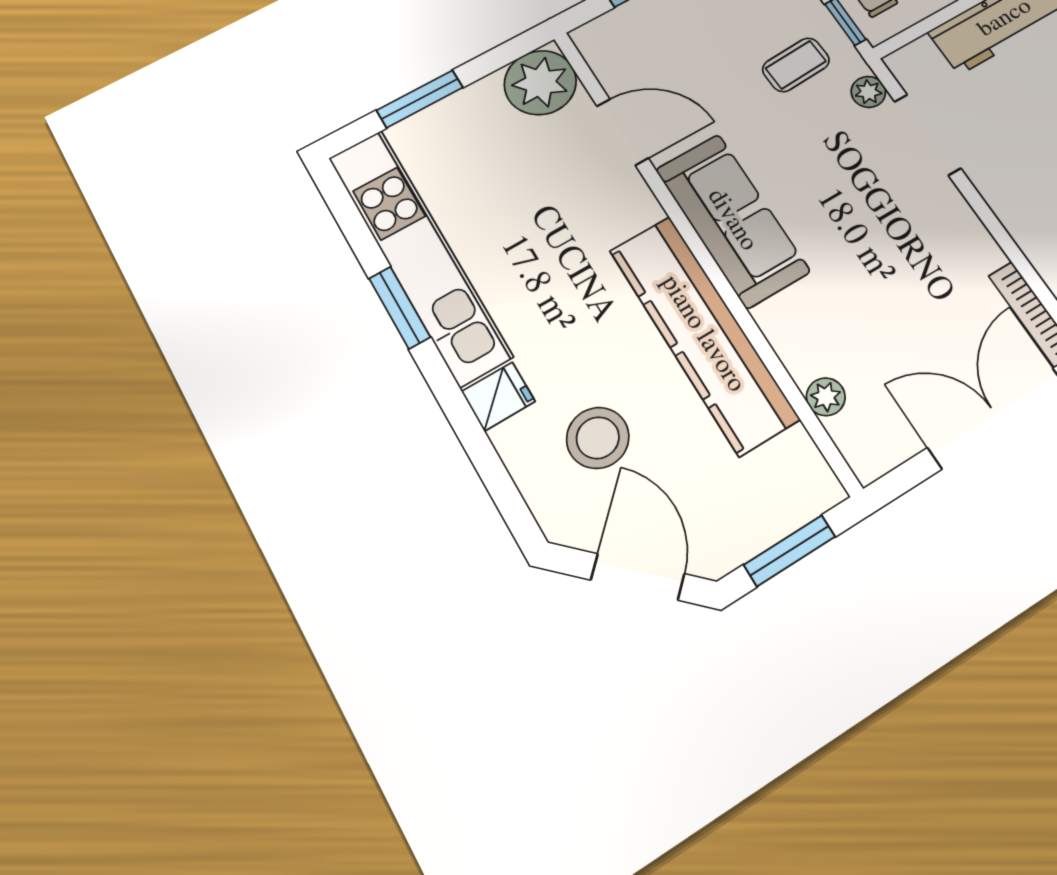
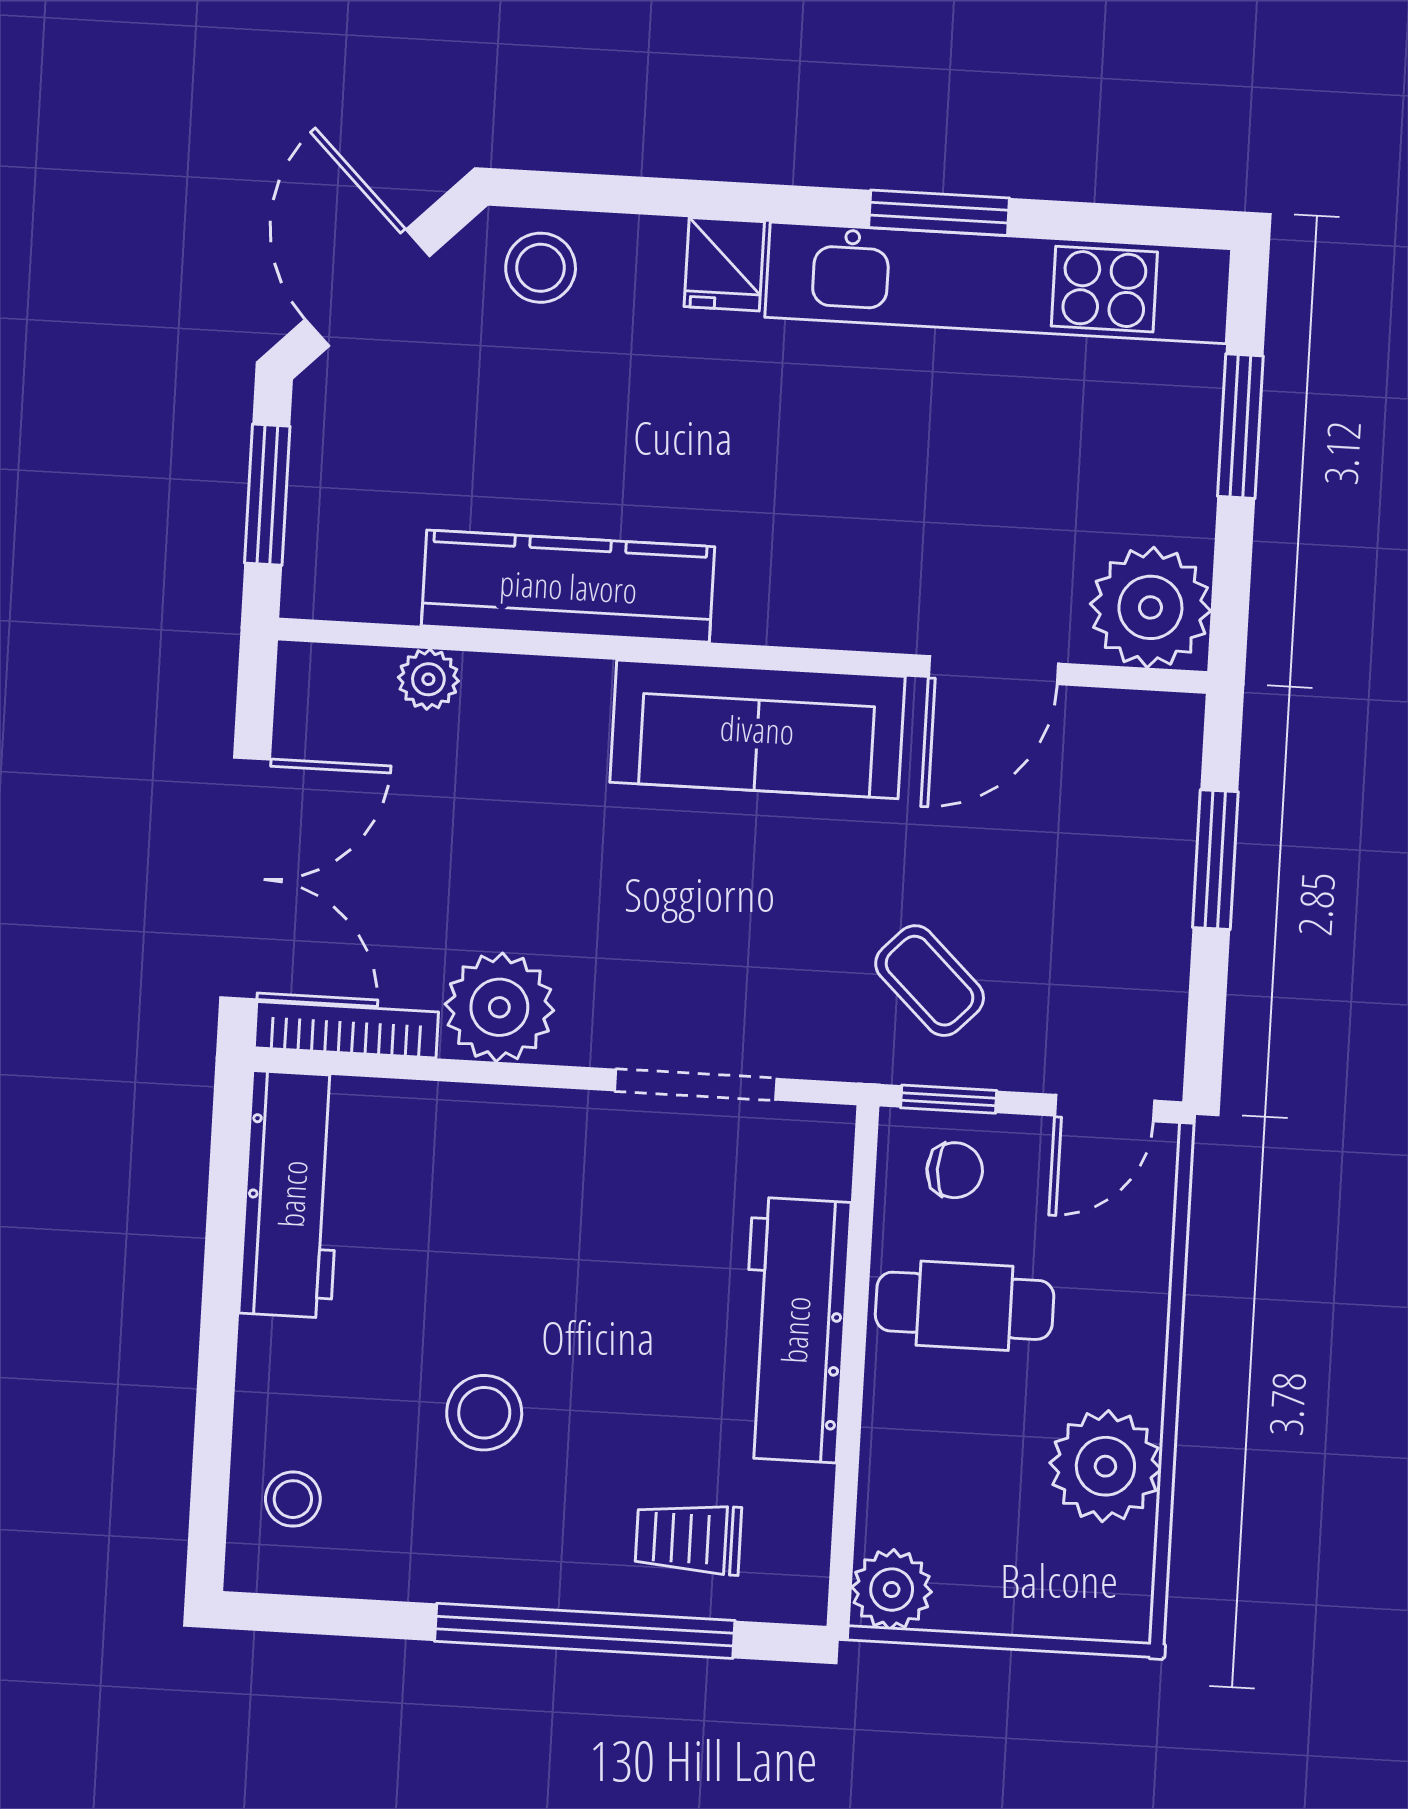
coffee table: (796, 65) -> (930, 981), turned -43
plant: (868, 92) -> (499, 1007), moved, width x1.88, depth x1.88
kitchen counter: (703, 334) -> (568, 586), width x0.72, depth x0.86
stool: (598, 438) -> (541, 268), moved, width x0.73, depth x0.73
door: (638, 577) -> (367, 288), swing flipped

